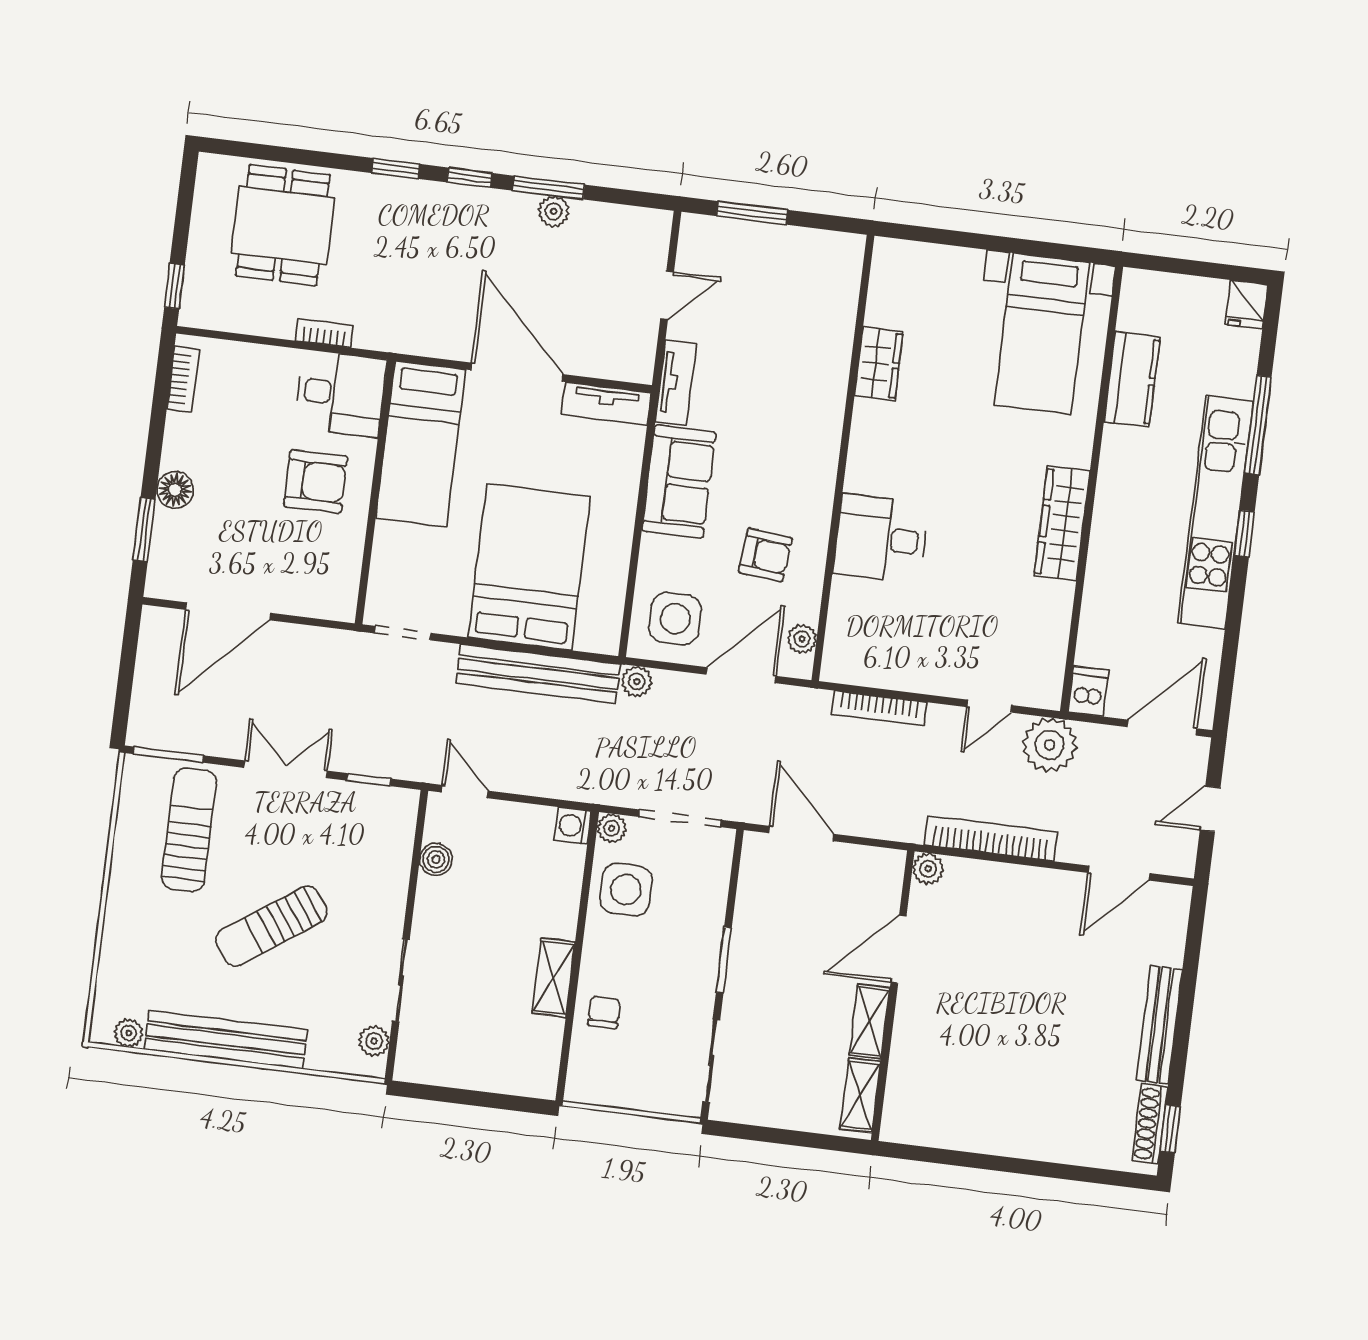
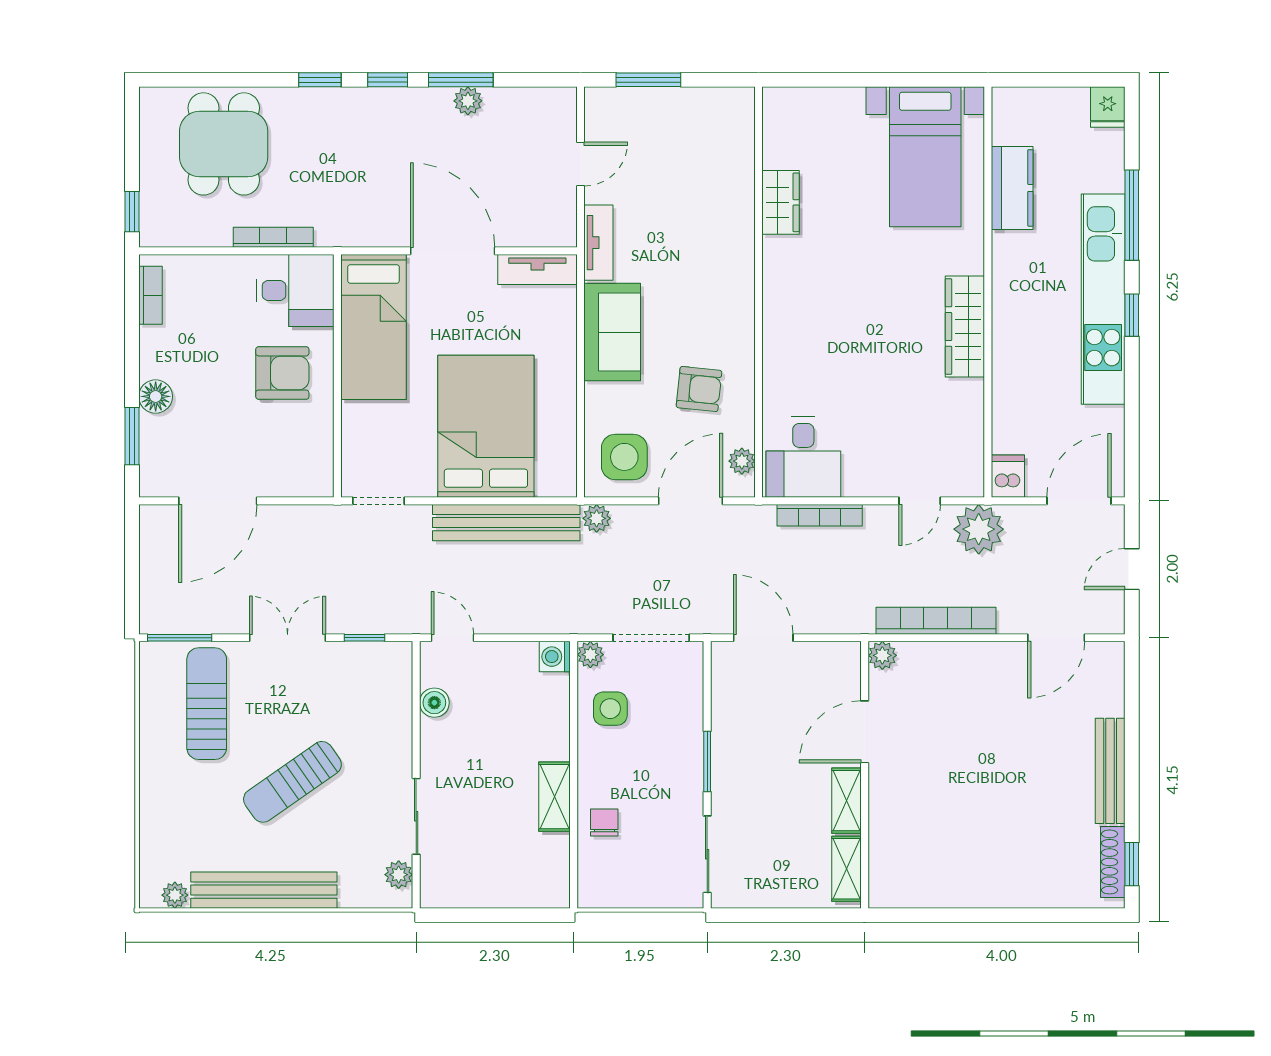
bookcase: (324, 333) -> (273, 237), width x1.56
desk: (881, 539) -> (803, 457), moved, turned -90
side table: (626, 890) -> (610, 709), width x0.73, depth x0.73

